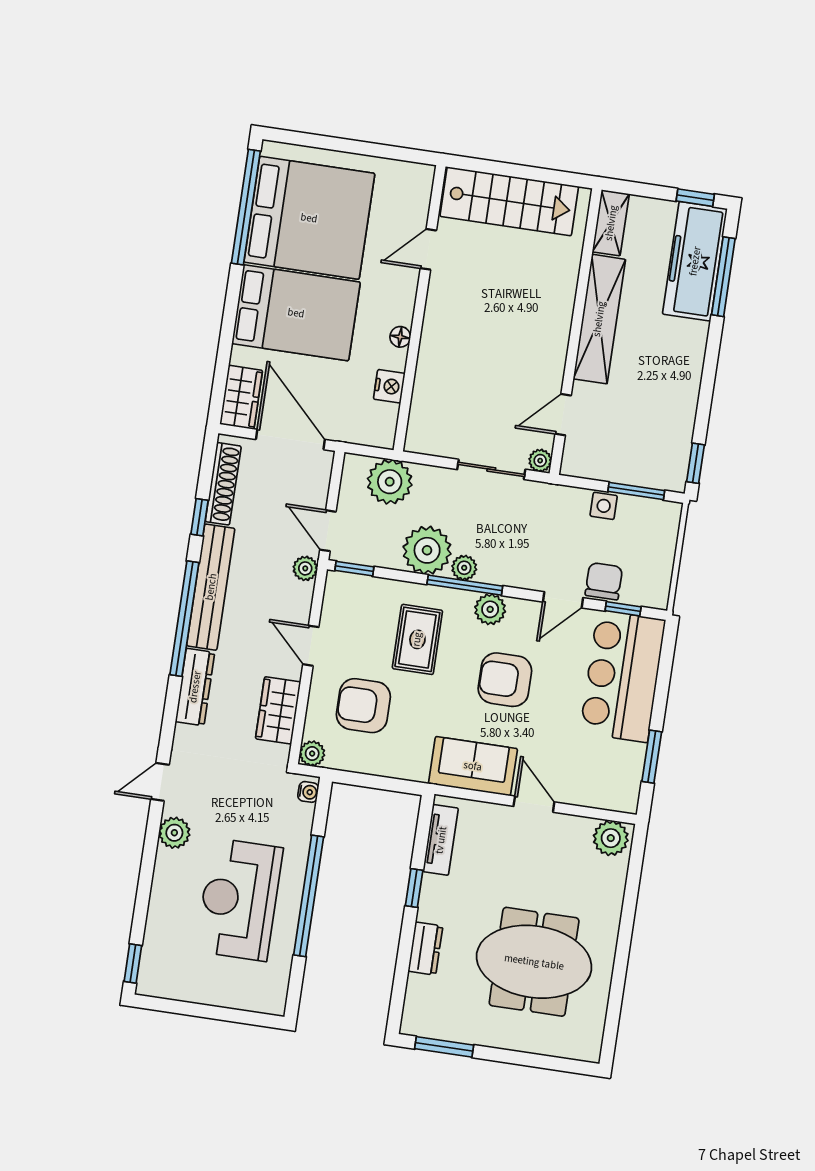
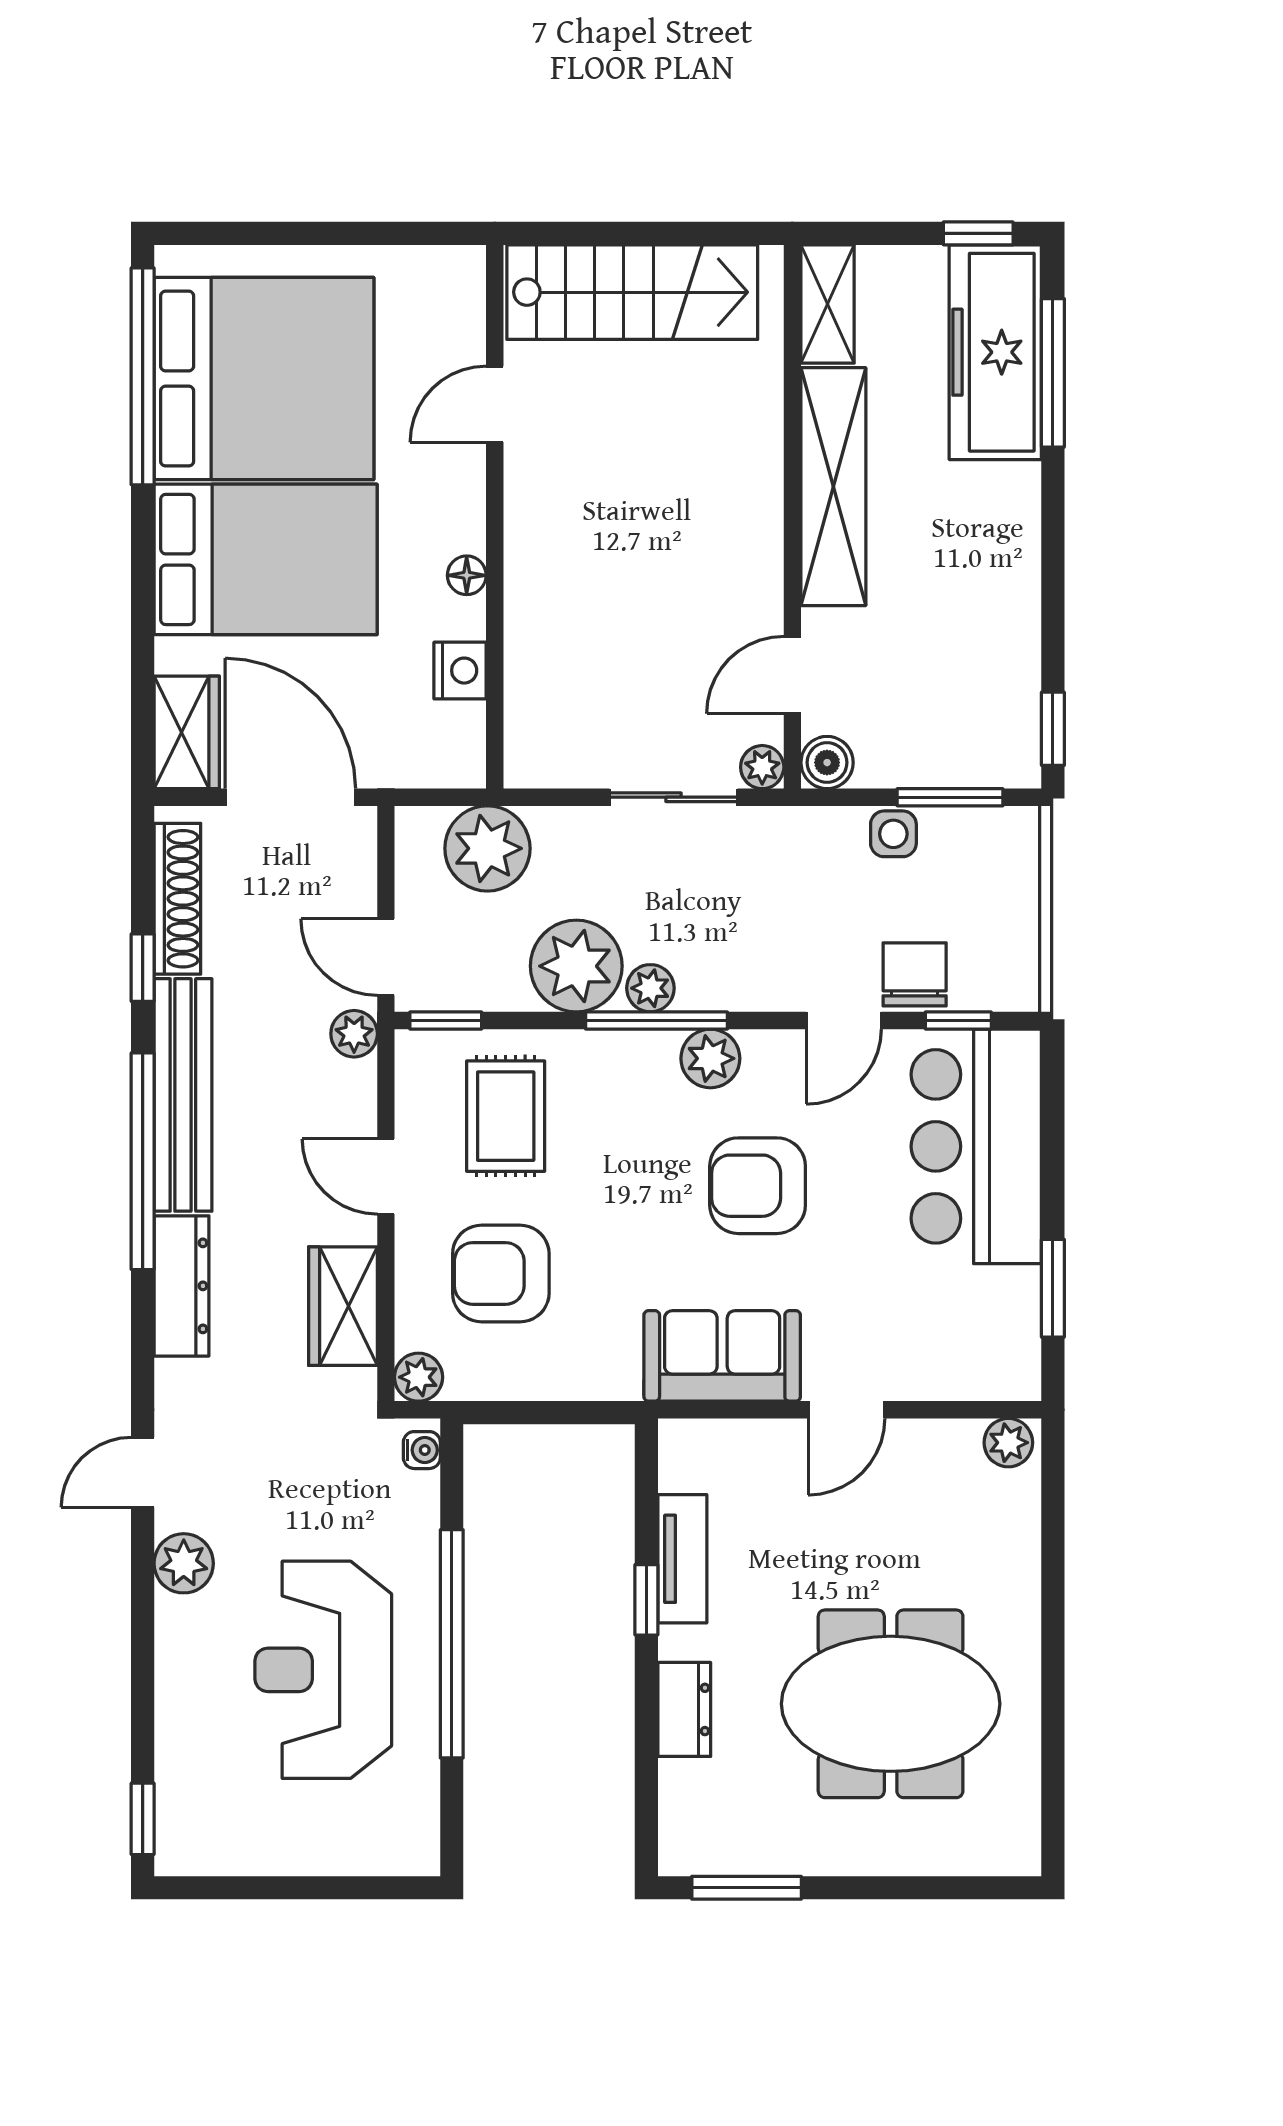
boiler: (574, 463) -> (827, 763), added
rug: (417, 639) -> (506, 1116), moved
door: (534, 804) -> (847, 1410), swing flipped
plant: (611, 838) -> (1008, 1443), width x0.73, depth x0.73
tv unit: (441, 840) -> (682, 1559), moved

